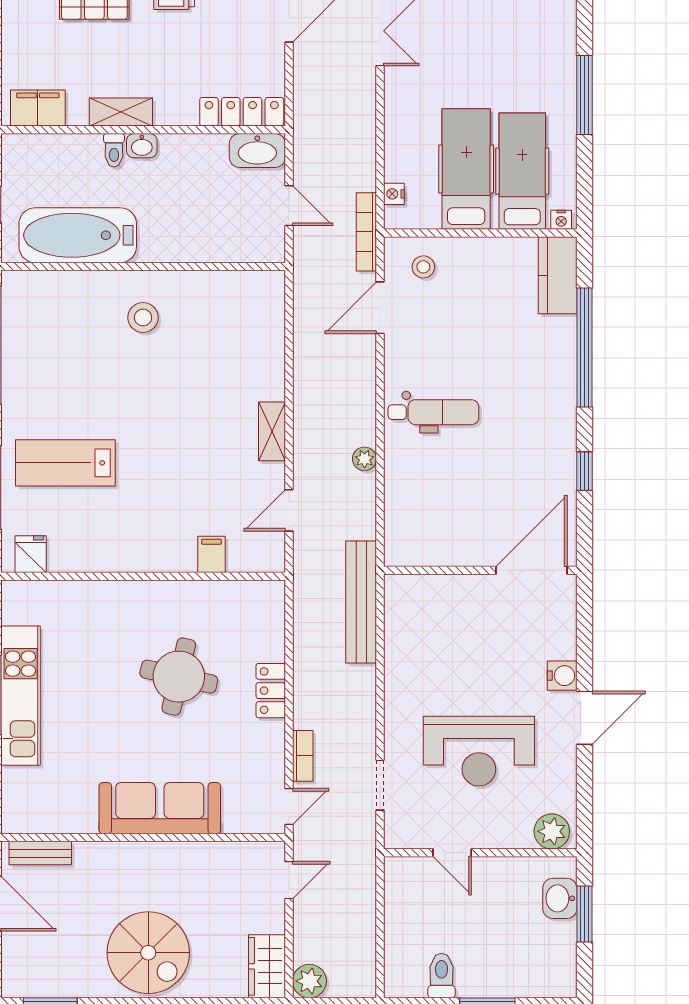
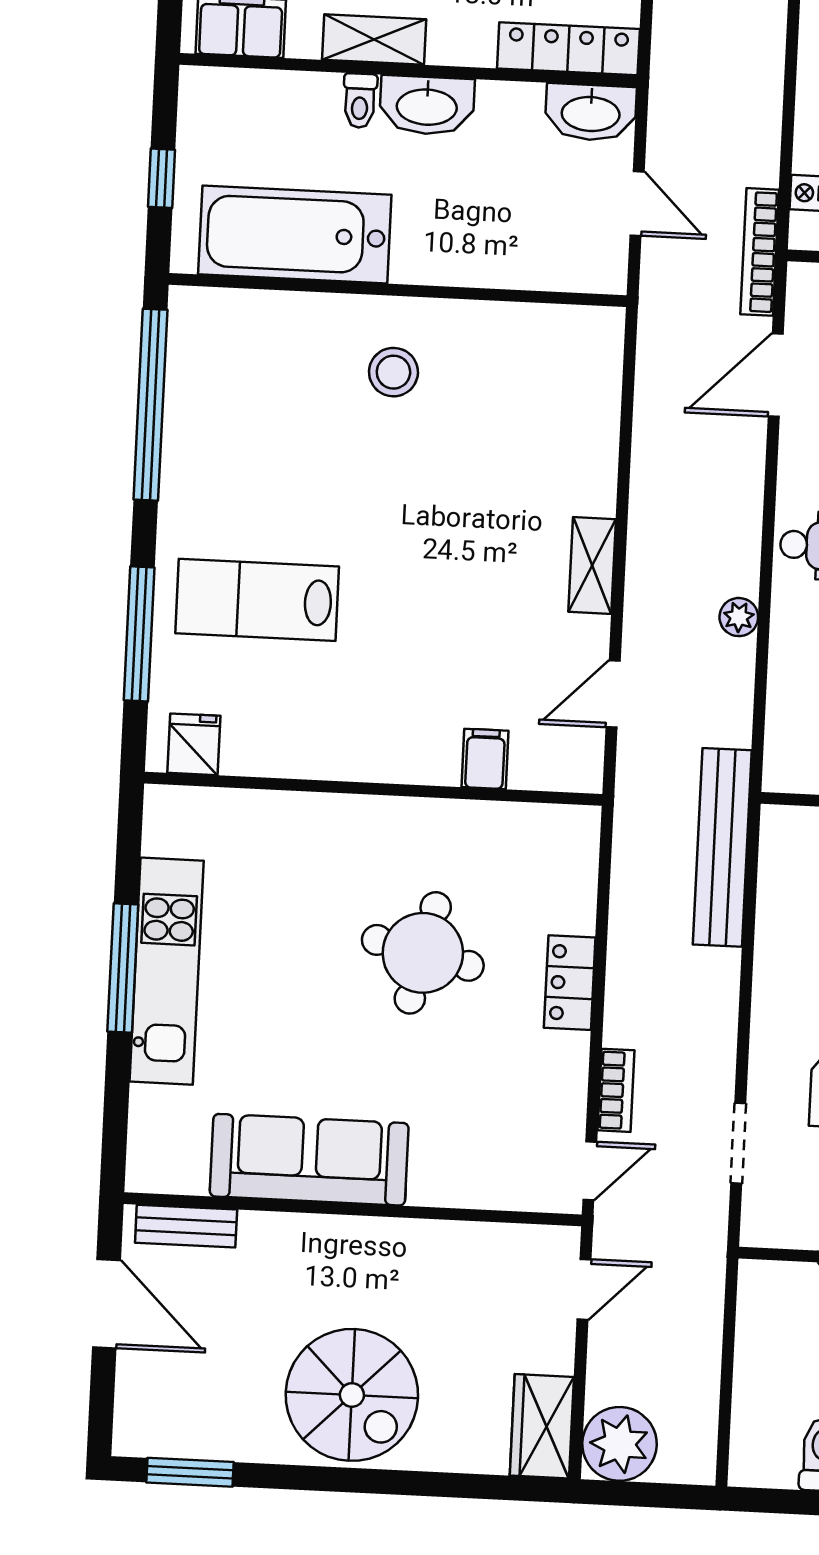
washbasin: (142, 146) -> (427, 105), width x1.91, depth x1.45
sofa: (160, 808) -> (309, 1160), moved
plant: (309, 981) -> (619, 1444), width x1.36, depth x1.36

